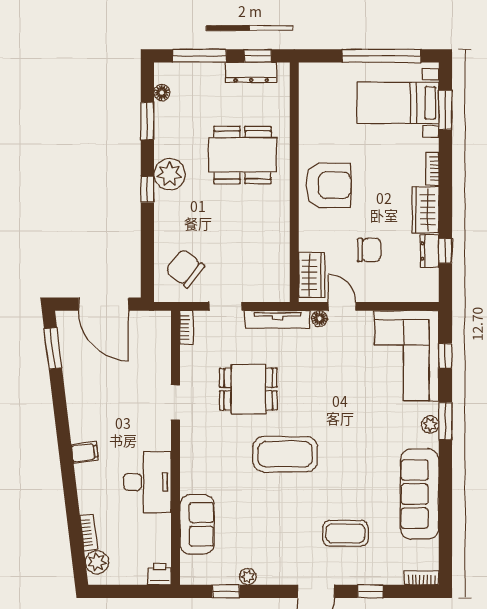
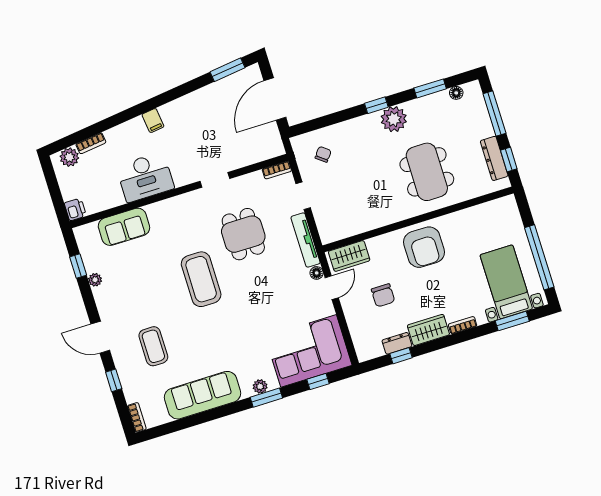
chair: (185, 268) -> (323, 154), width x0.54, depth x0.54

